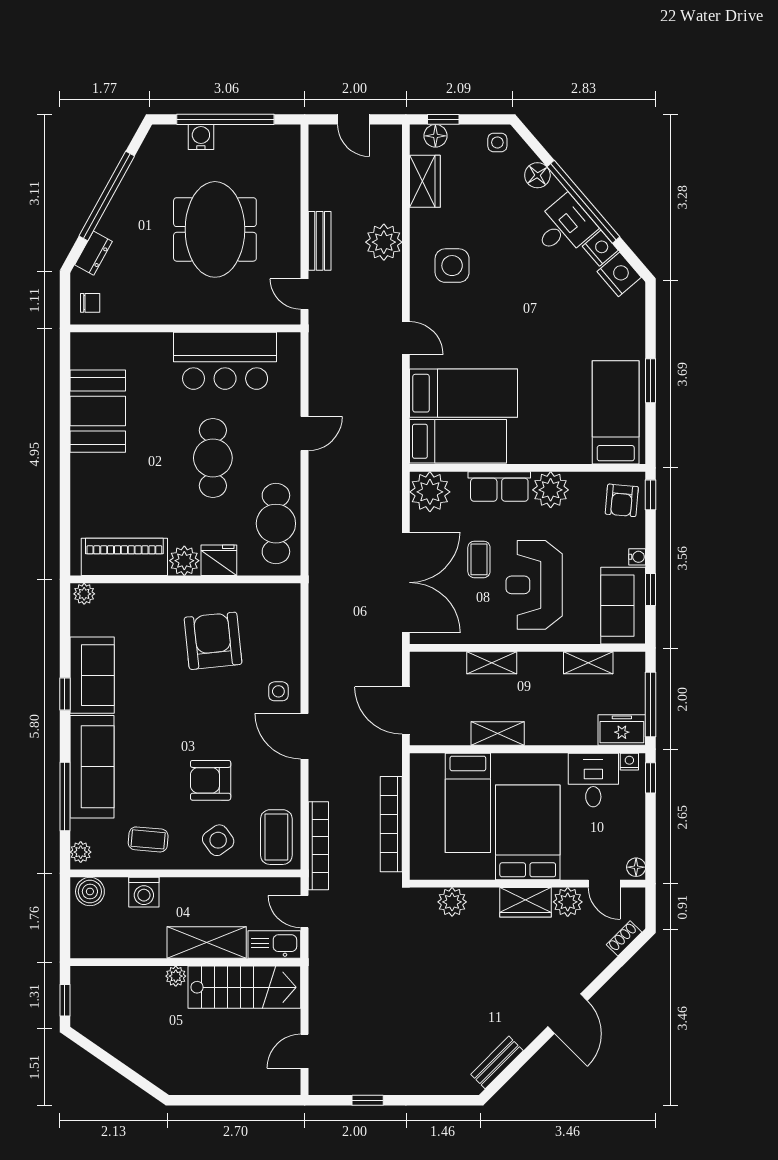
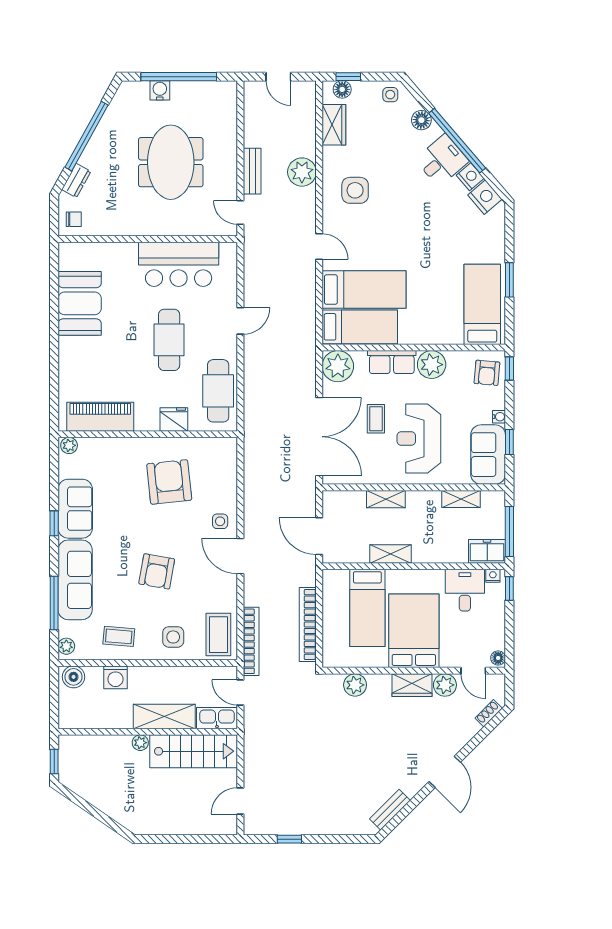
plant: (184, 561) -> (147, 420), removed
armchair: (211, 780) -> (157, 571), moved, turned -80
side table: (218, 840) -> (173, 637), turned 36

